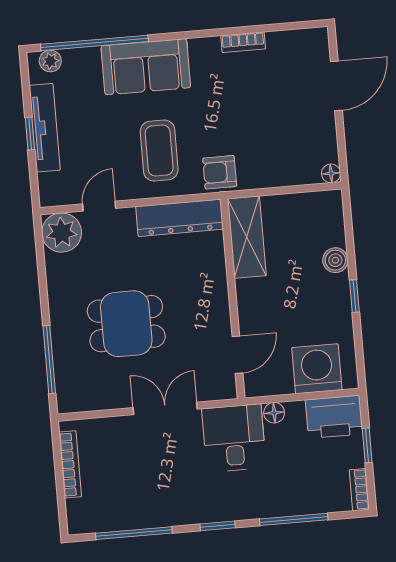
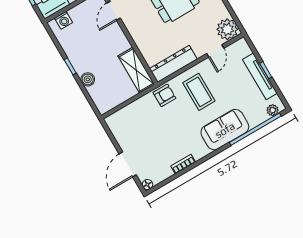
floor lamp: (331, 173) -> (147, 184), moved
washing machine: (317, 369) -> (63, 20), width x0.53, depth x0.53

